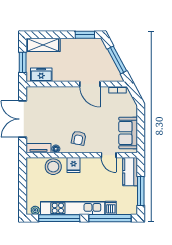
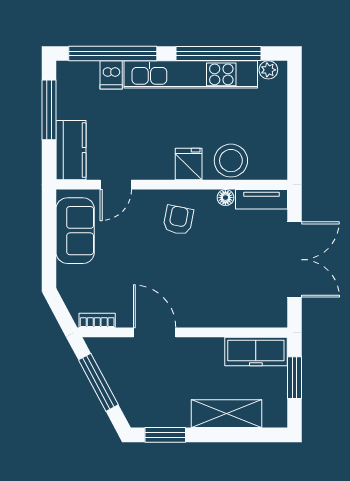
shelving: (43, 45) -> (227, 414), moved
freezer: (41, 75) -> (256, 352), width x1.40
door: (109, 155) -> (116, 185), swing flipped

